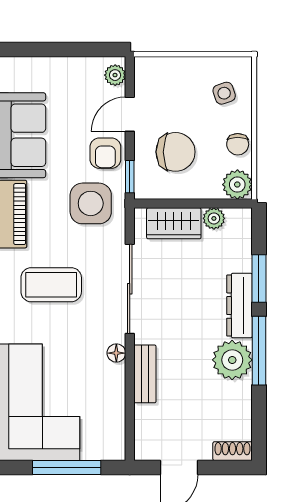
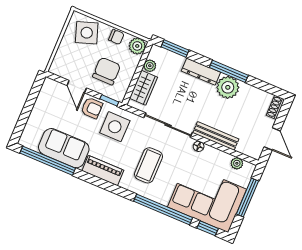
plant: (115, 75) -> (237, 163), moved
side table: (224, 93) -> (87, 33), width x1.87, depth x1.87
window: (259, 279) -> (175, 49), moved
bench: (145, 374) -> (216, 136), width x1.36

